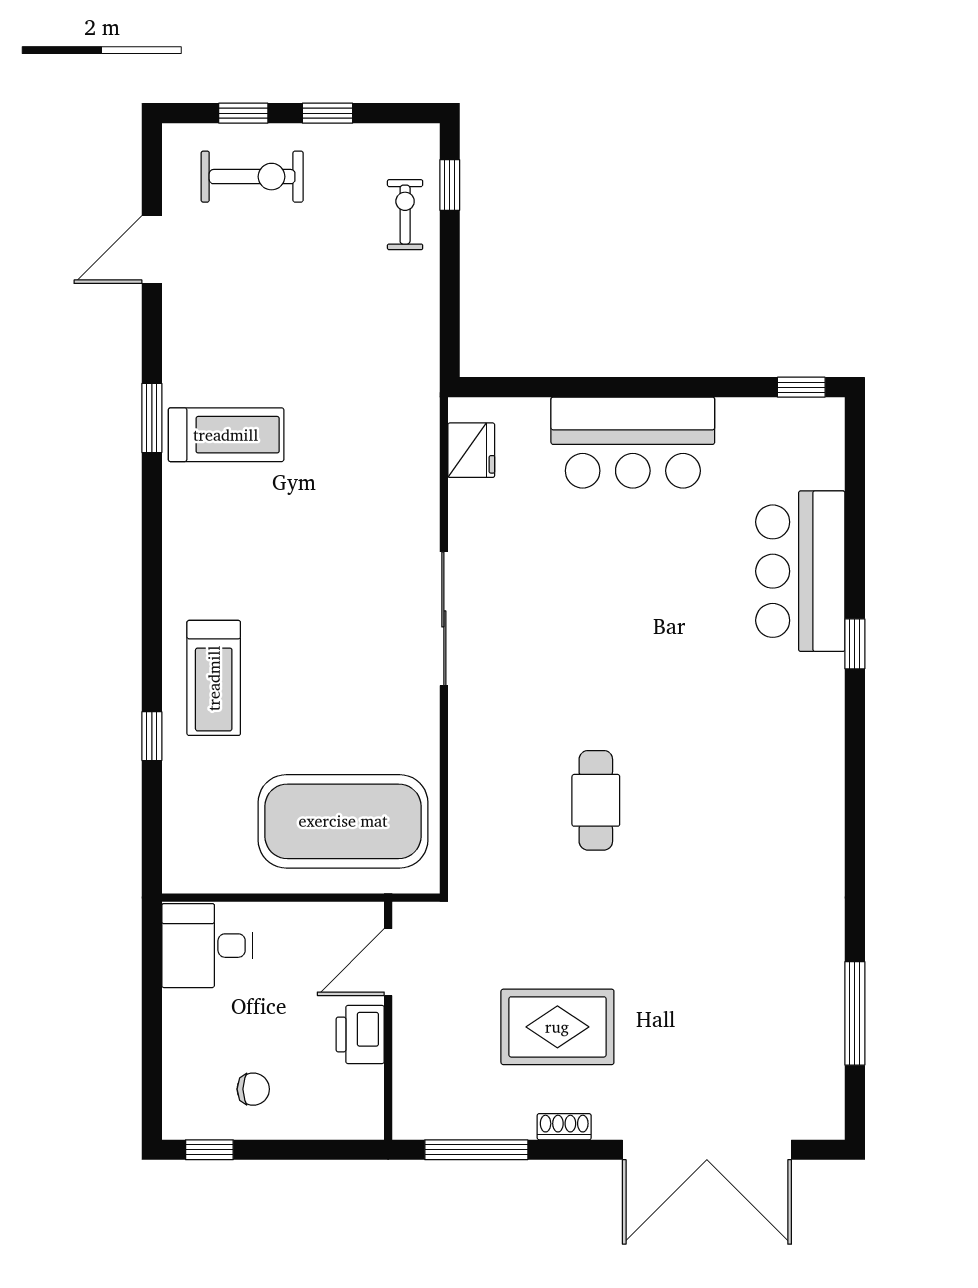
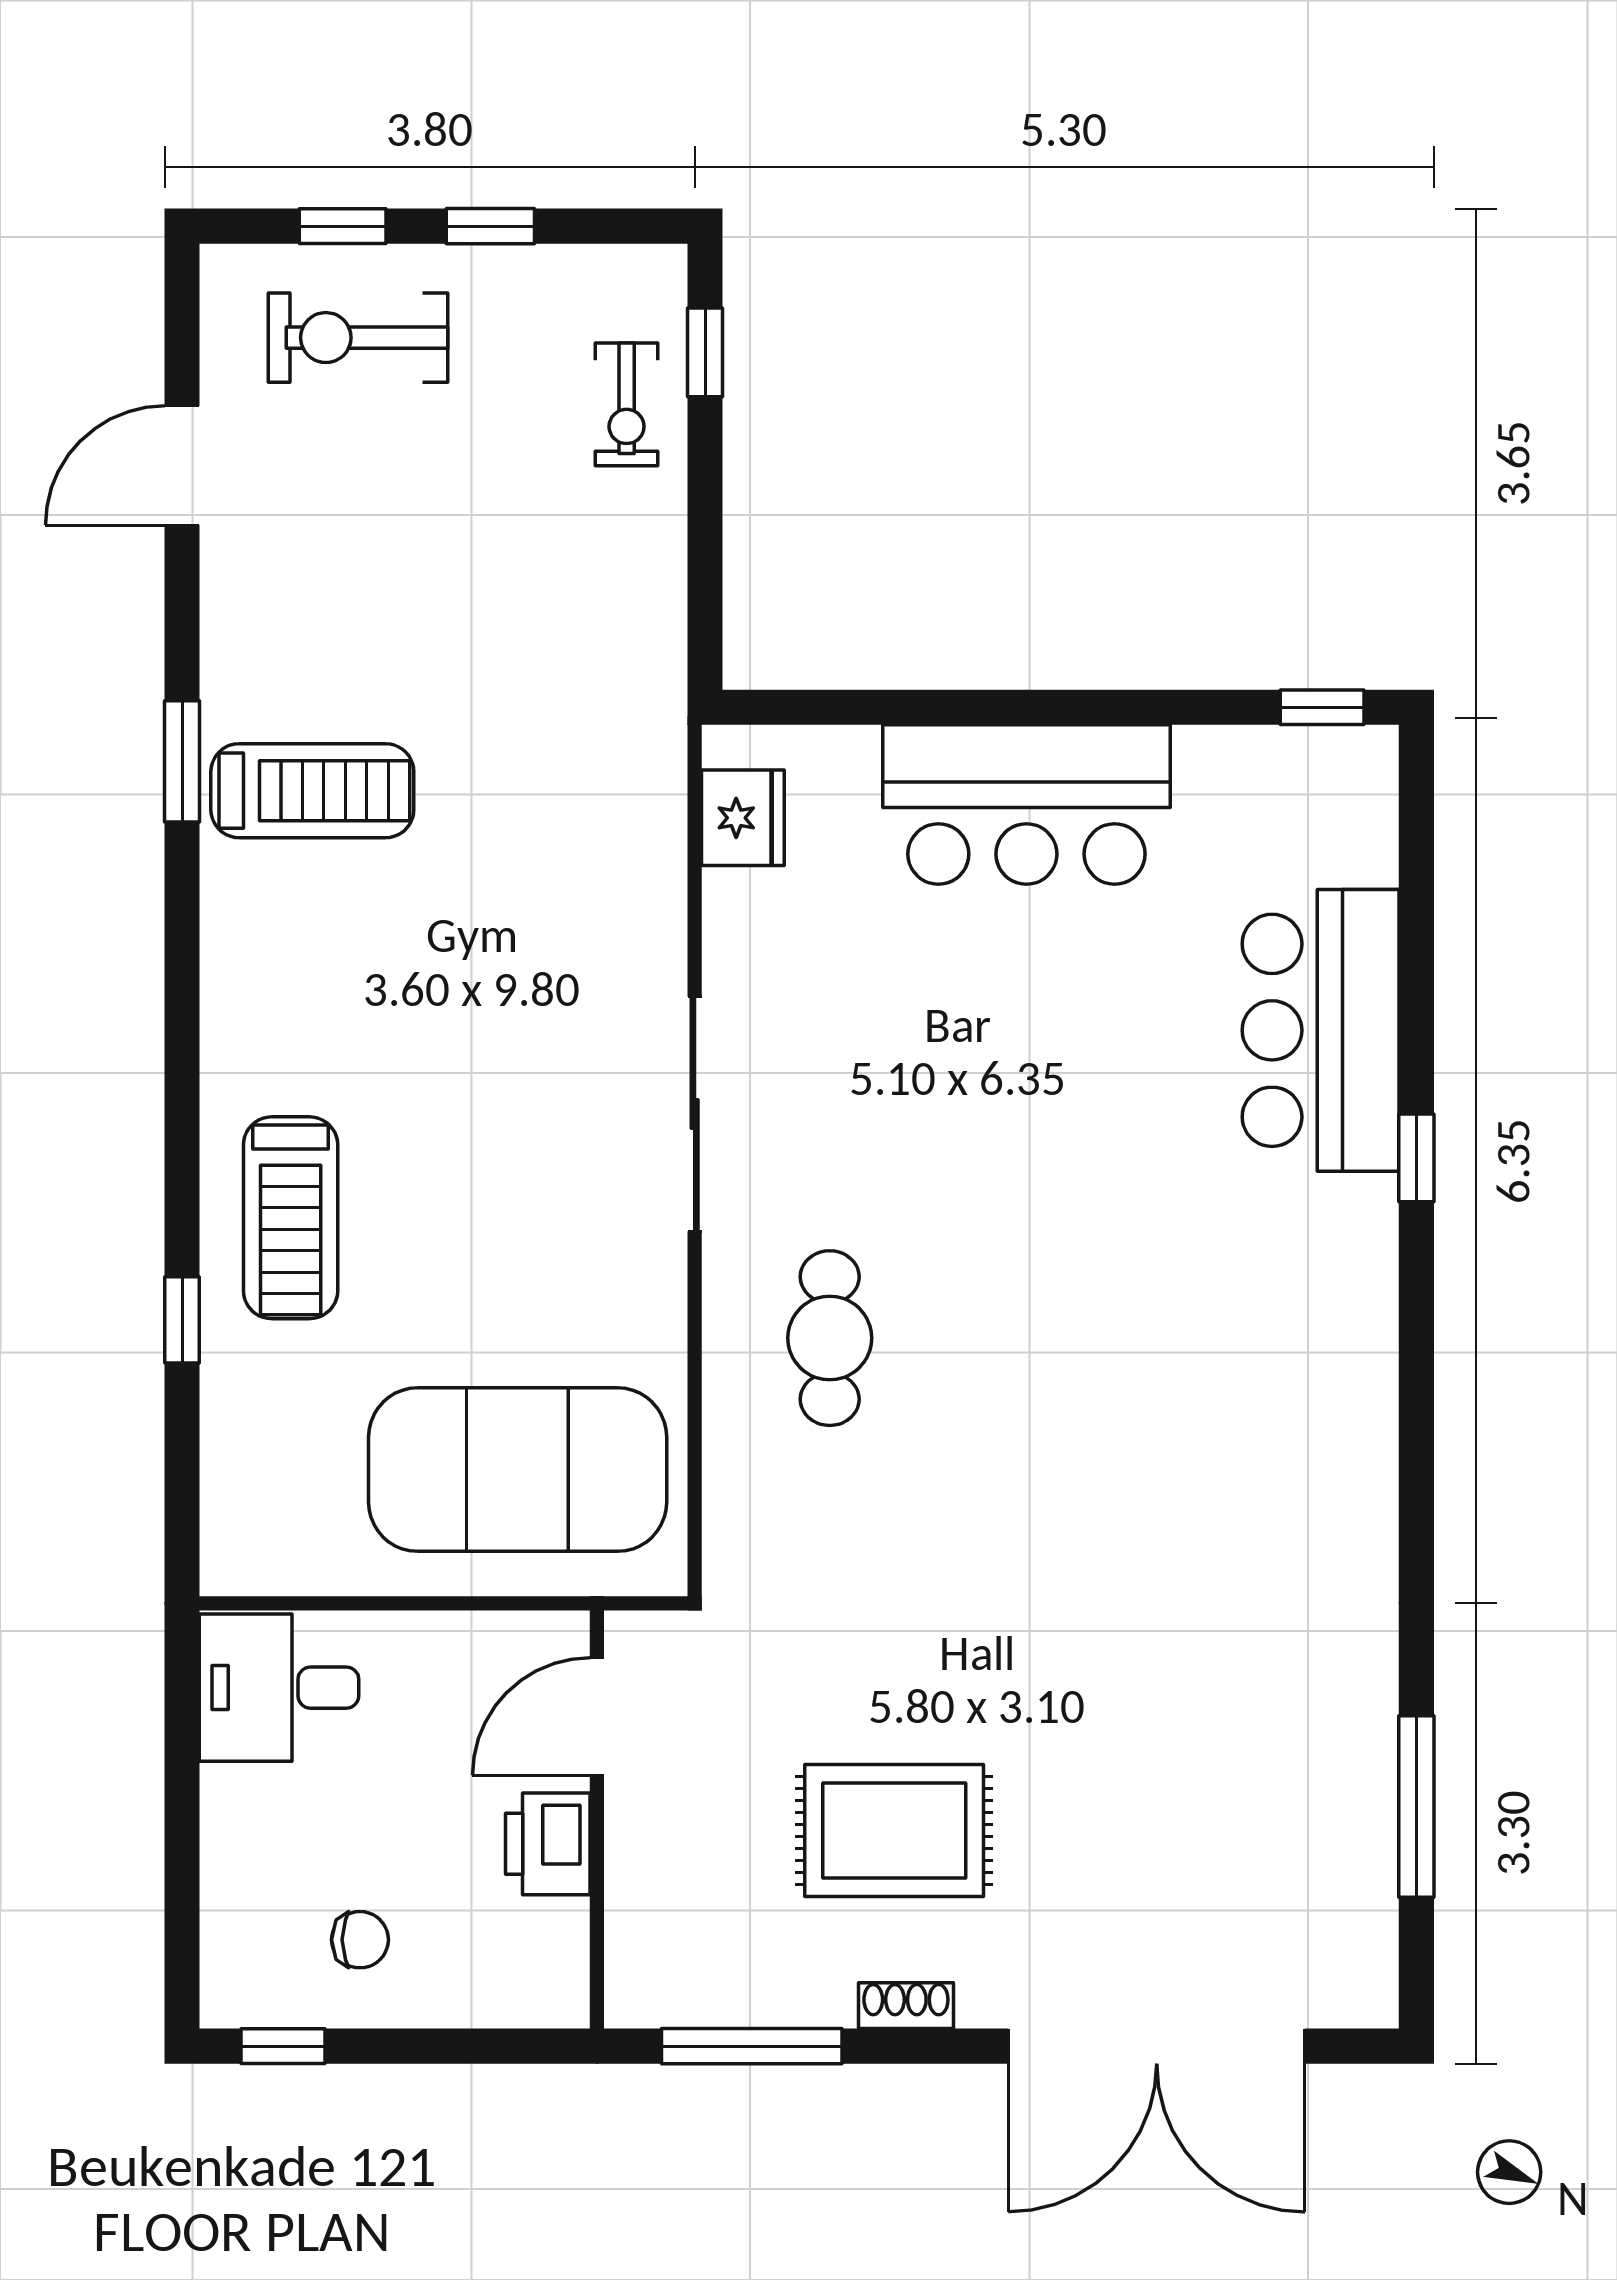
exercise bike: (252, 177) -> (358, 338), turned 180
exercise bike: (405, 215) -> (627, 404), turned 180
cafe table: (596, 800) -> (830, 1338), moved

